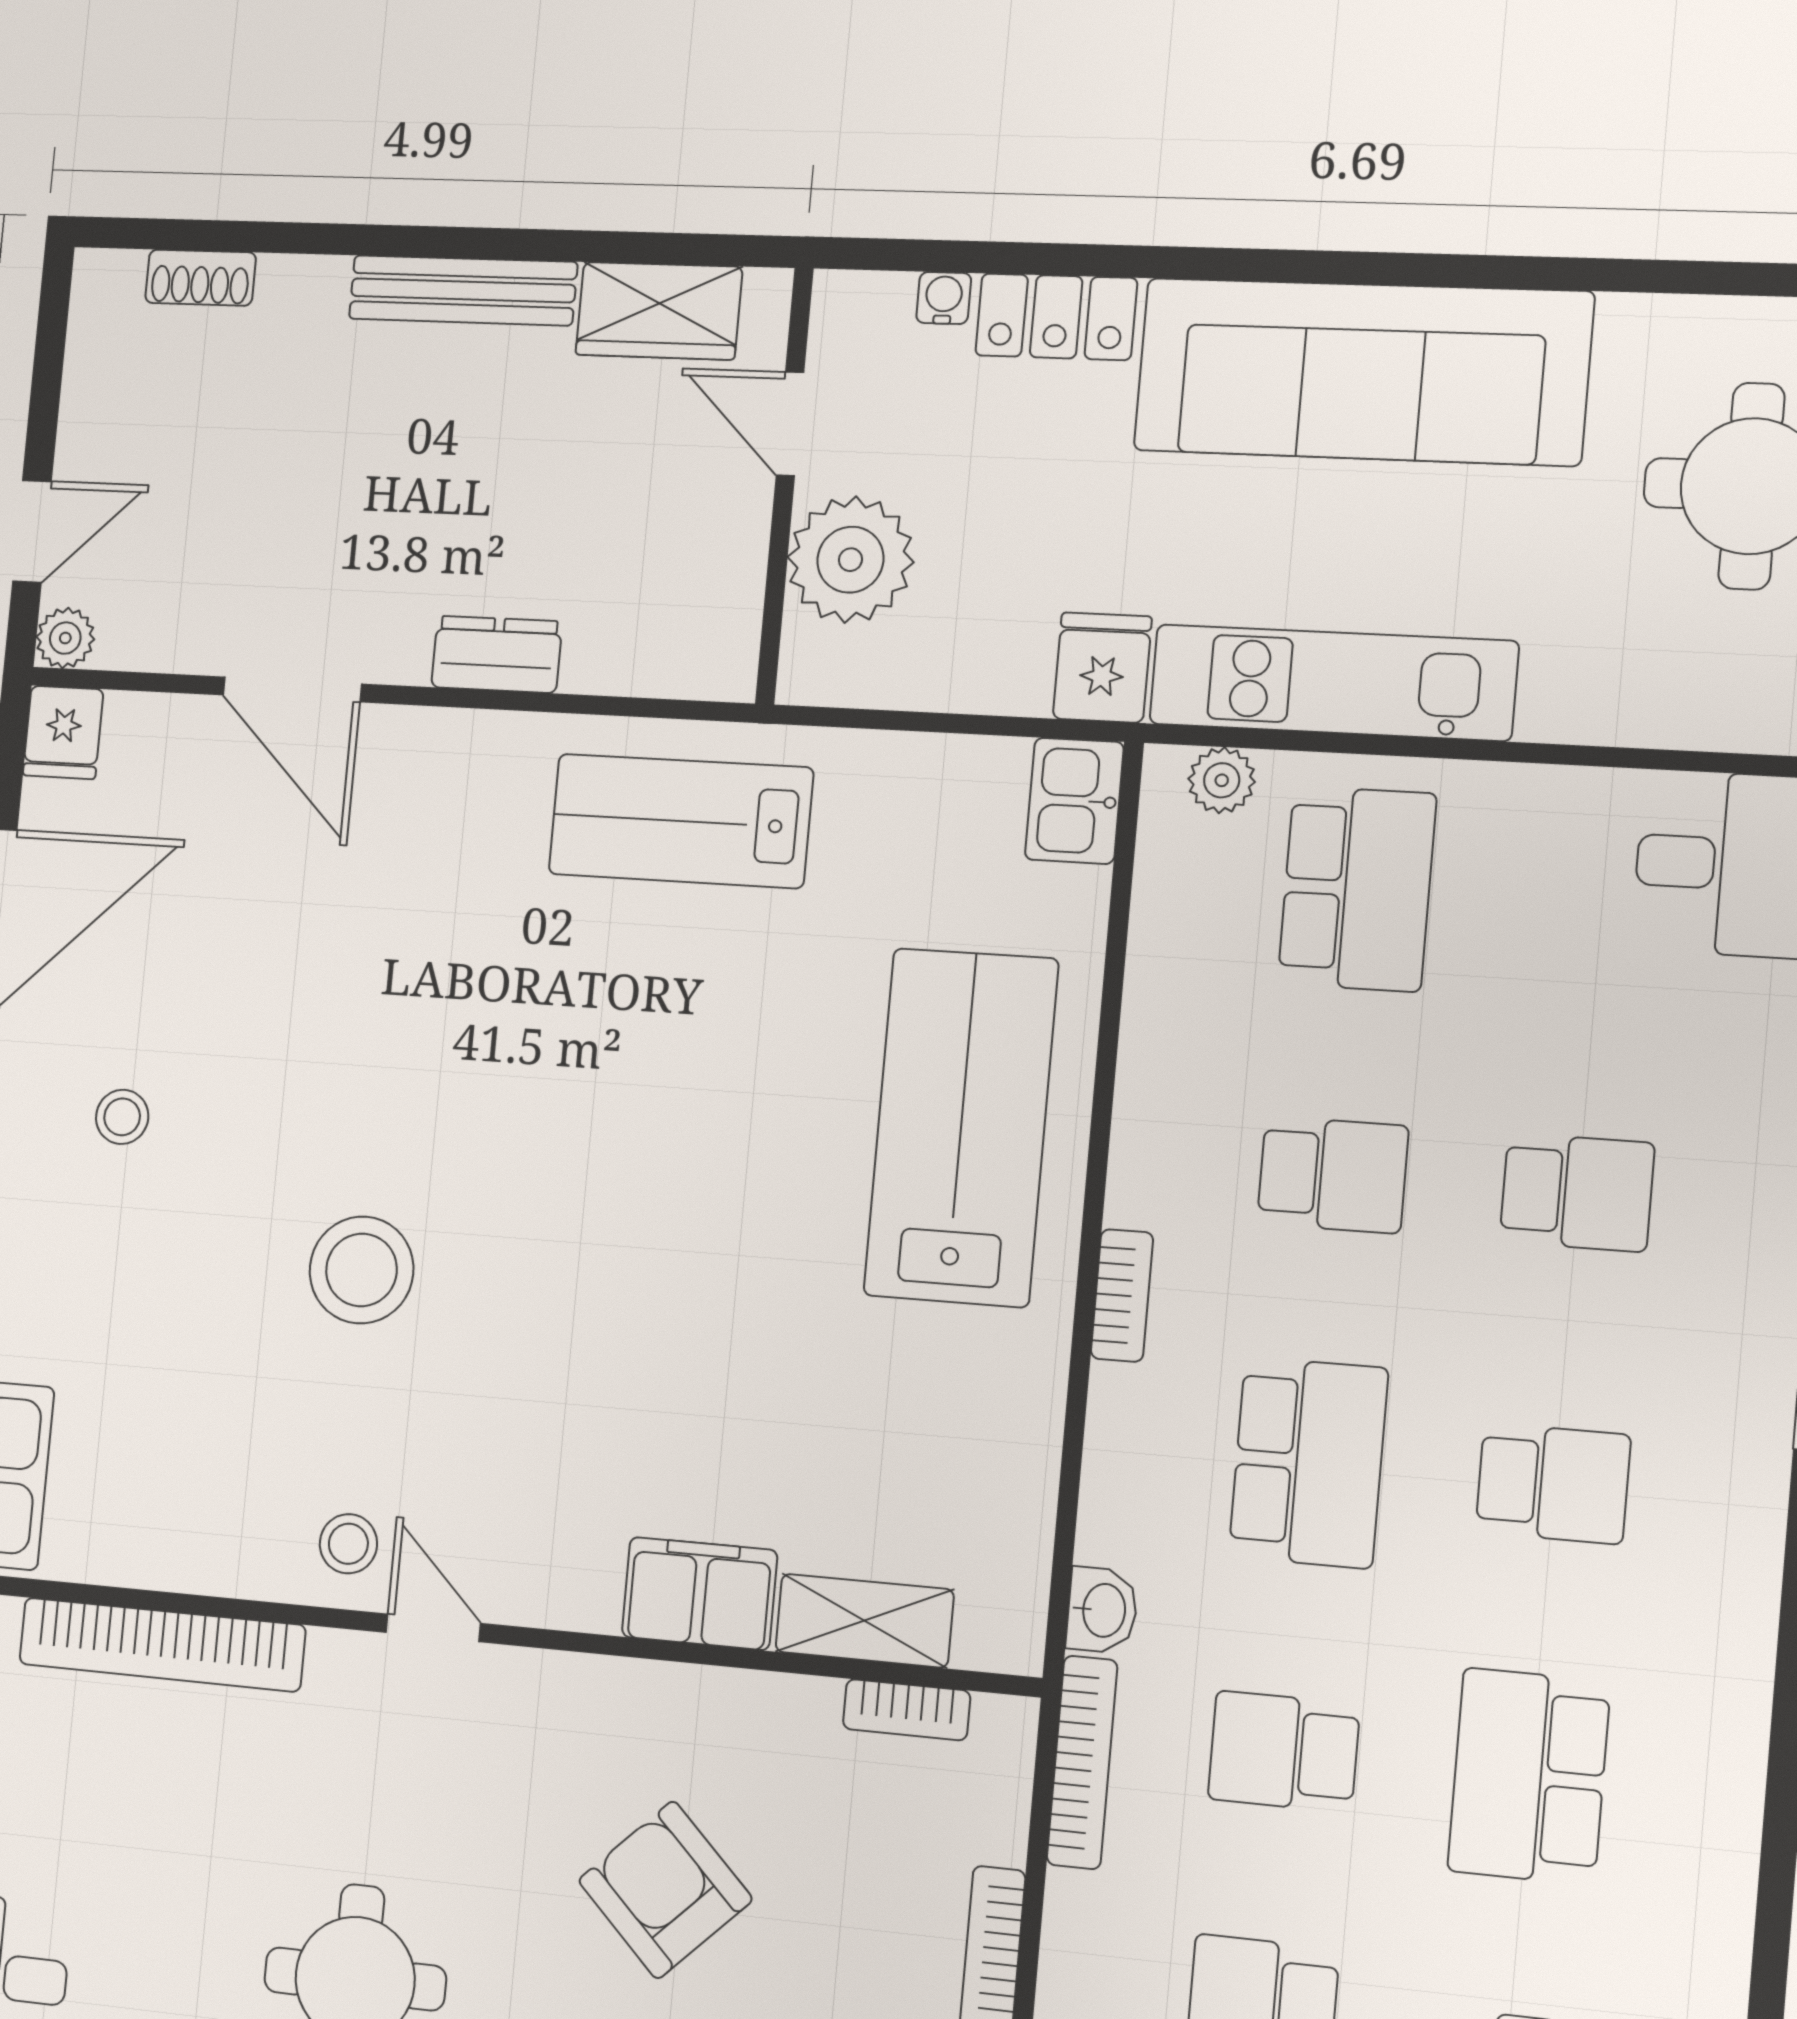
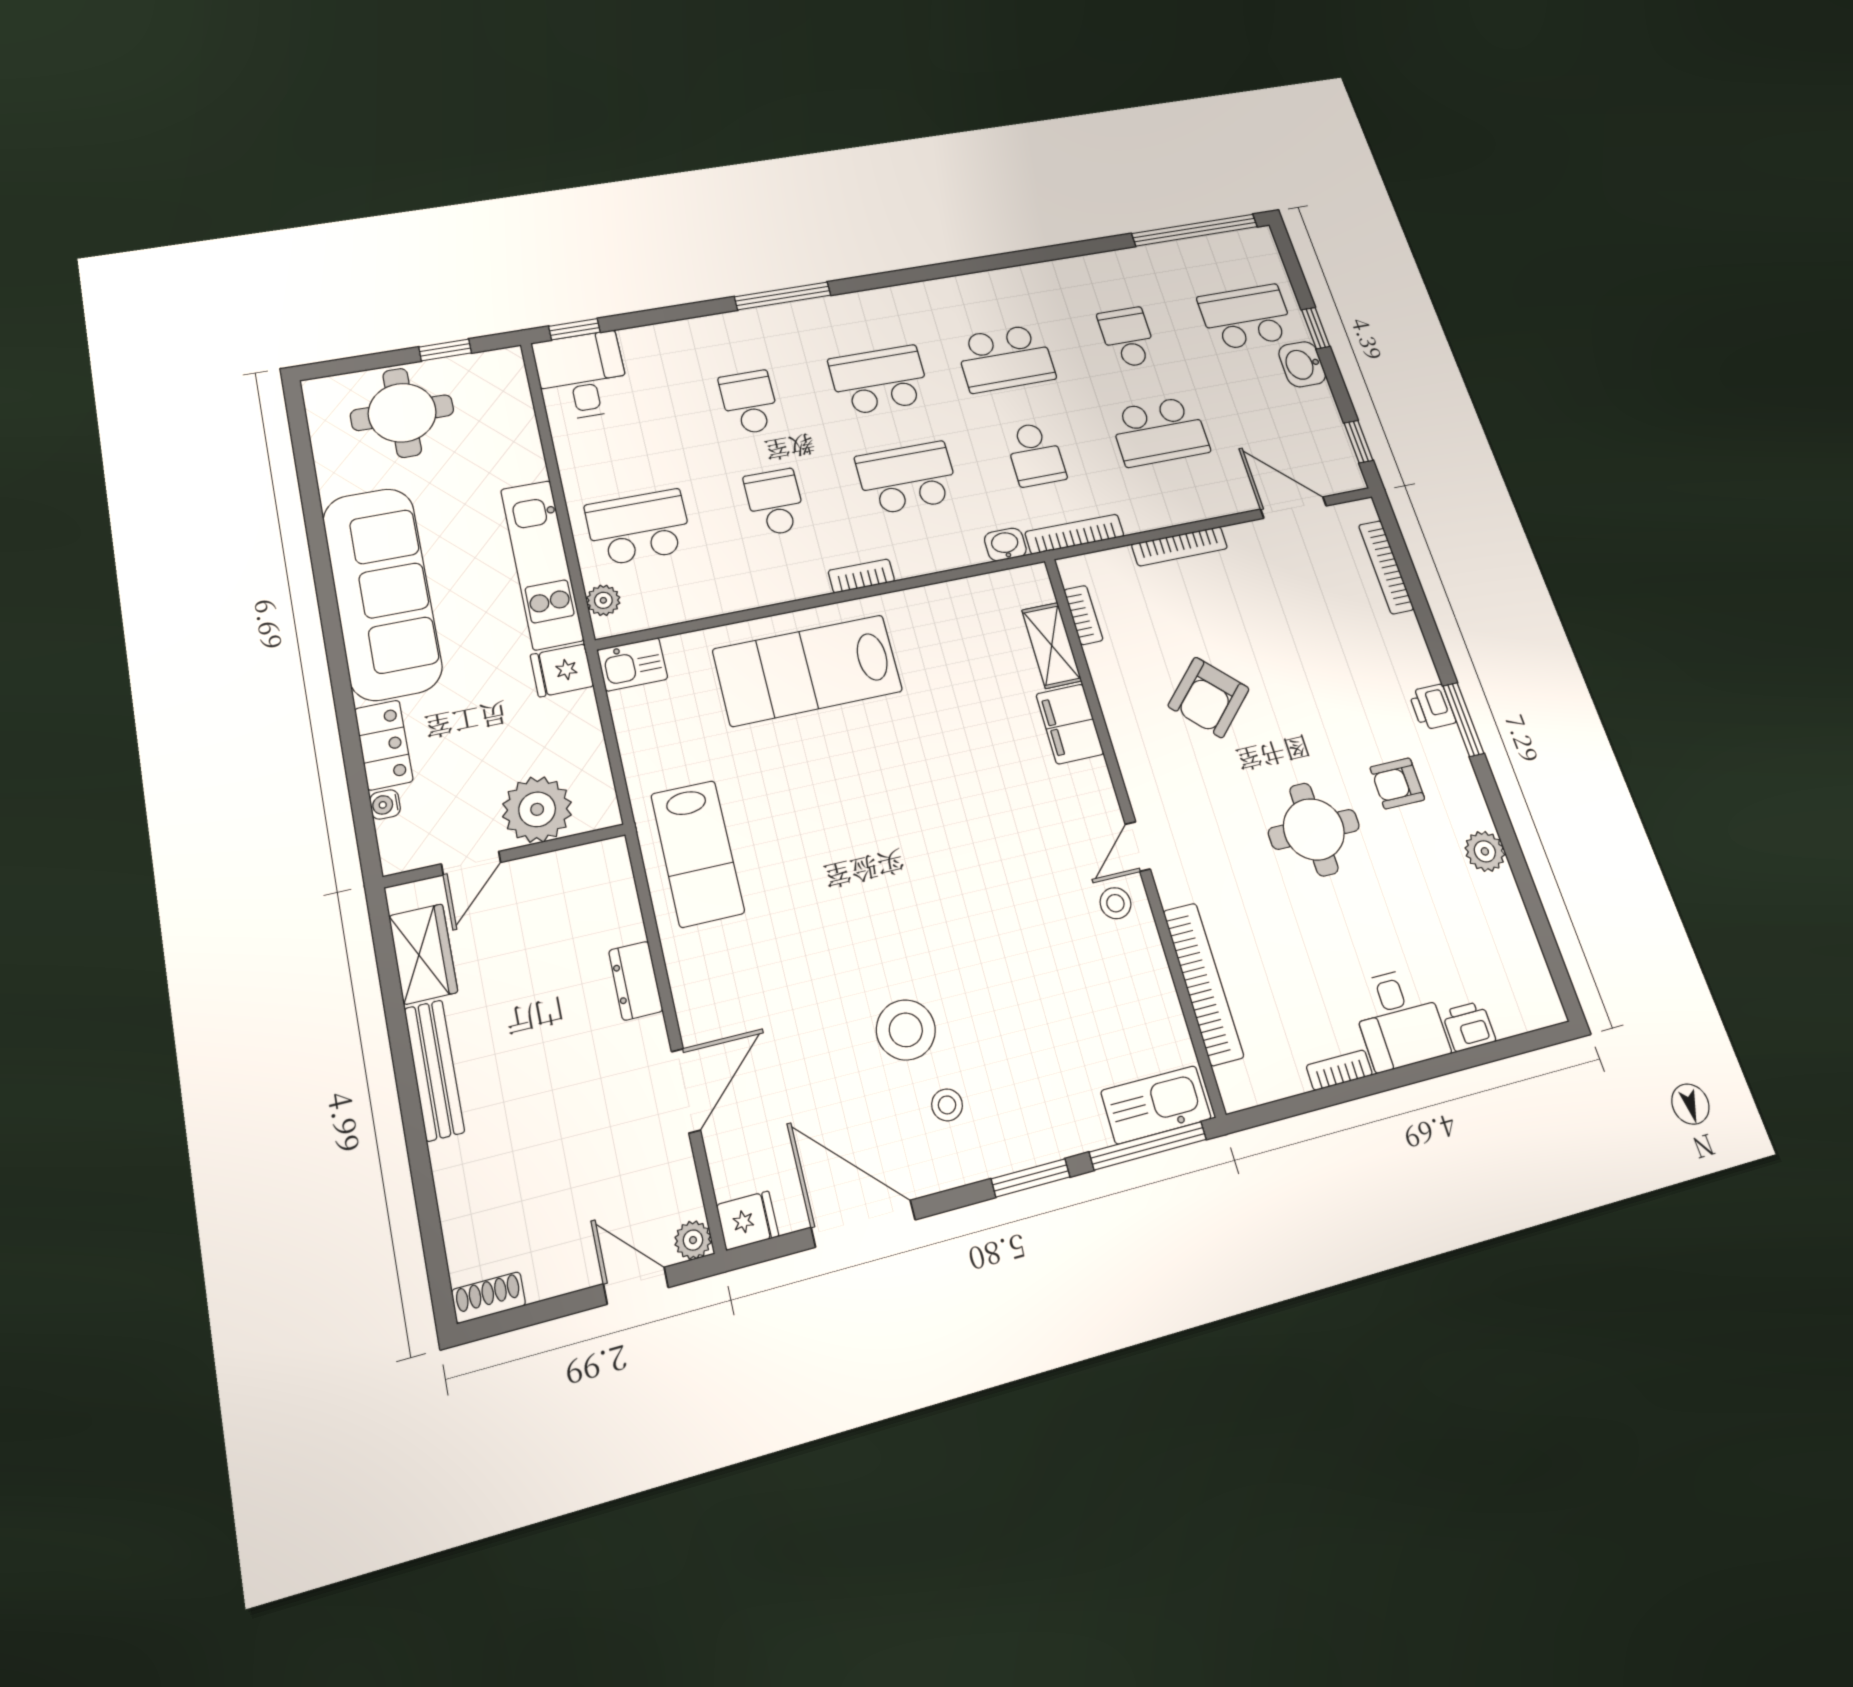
shoe rack: (201, 278) -> (488, 1298), moved, turned -90
stool: (361, 1270) -> (906, 1030), moved
school desk: (1553, 1484) -> (879, 380), width x1.85

